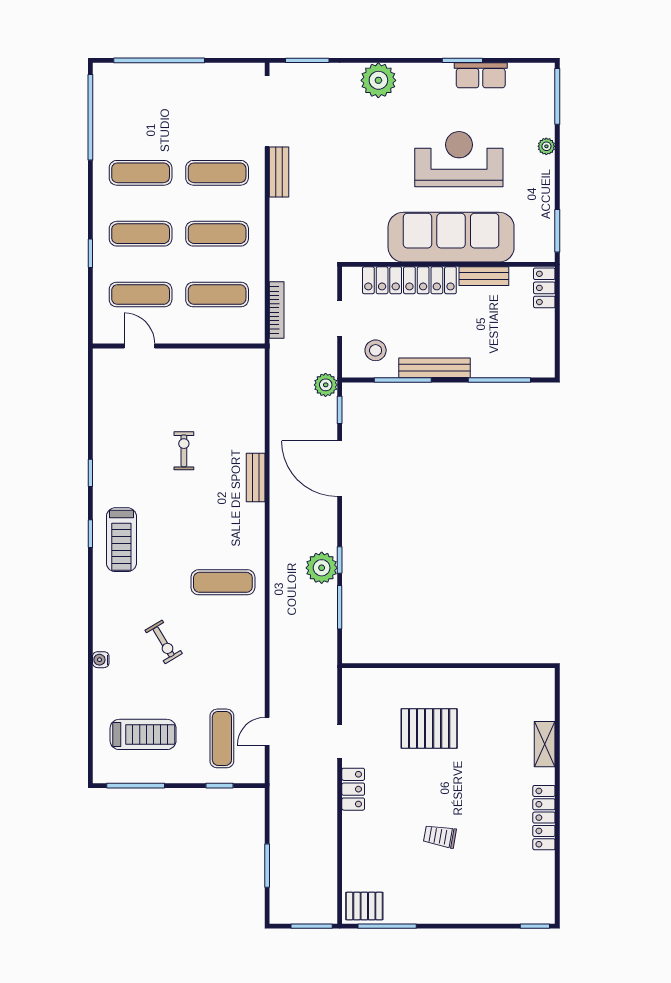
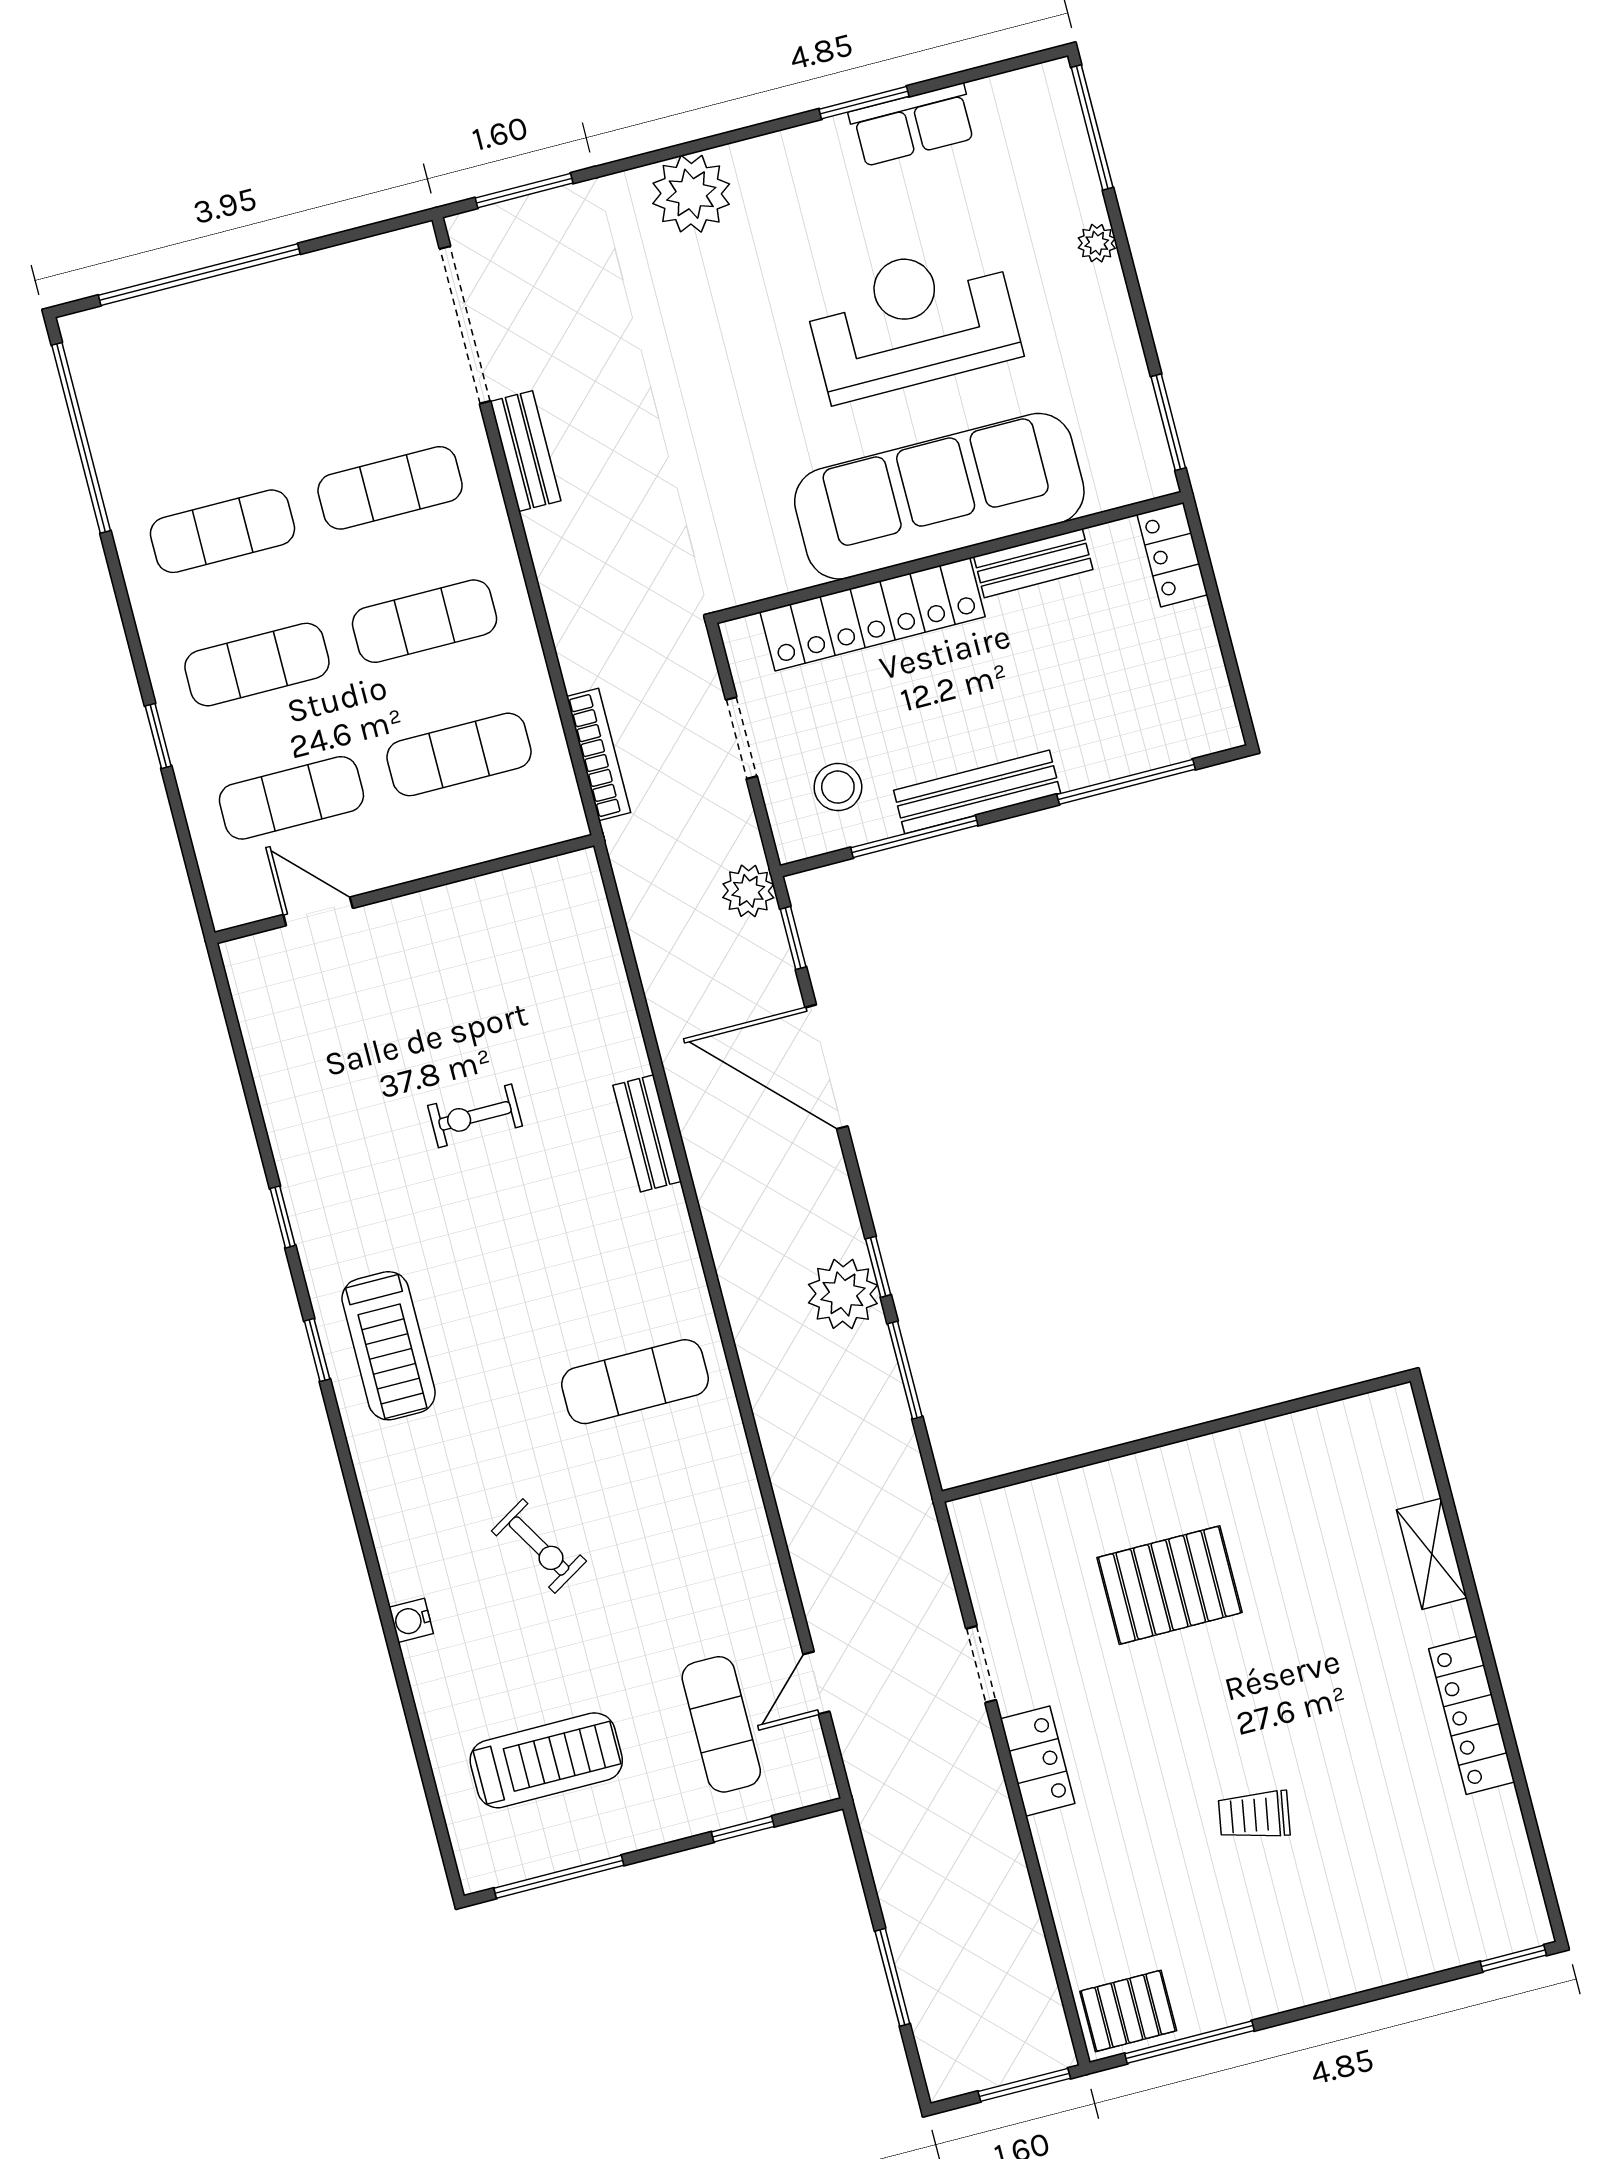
exercise bike: (184, 451) -> (475, 1116), turned -90

